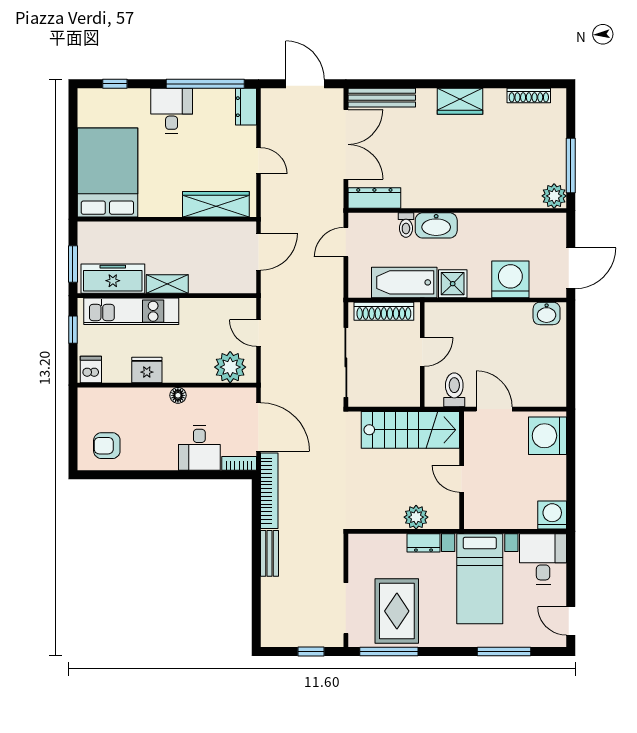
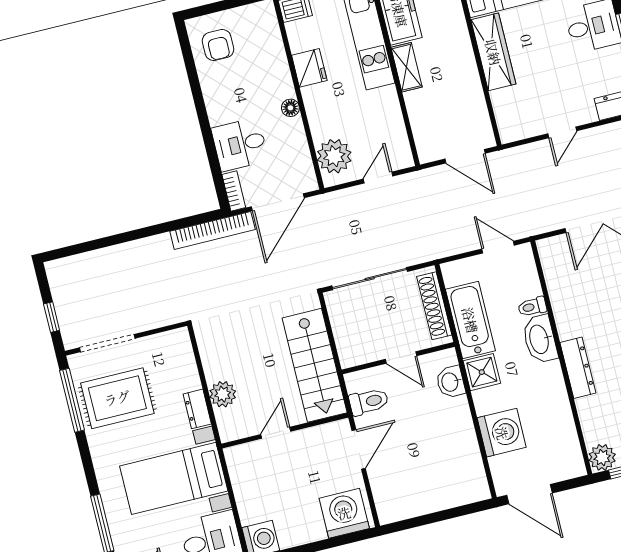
dresser: (374, 198) -> (578, 368), moved
wardrobe: (216, 204) -> (493, 52), moved
washbasin: (547, 313) -> (450, 382), moved
armchair: (107, 446) -> (218, 45), turned 180
bench: (270, 553) -> (146, 247), removed

